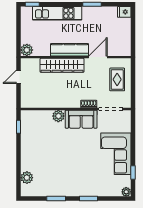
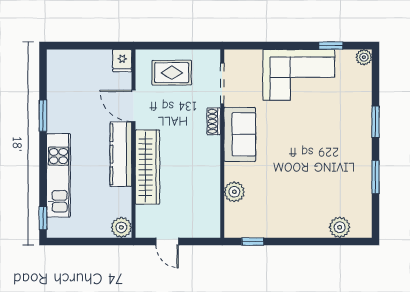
fridge: (124, 12) -> (122, 61), moved
plant: (58, 116) -> (234, 192), moved

